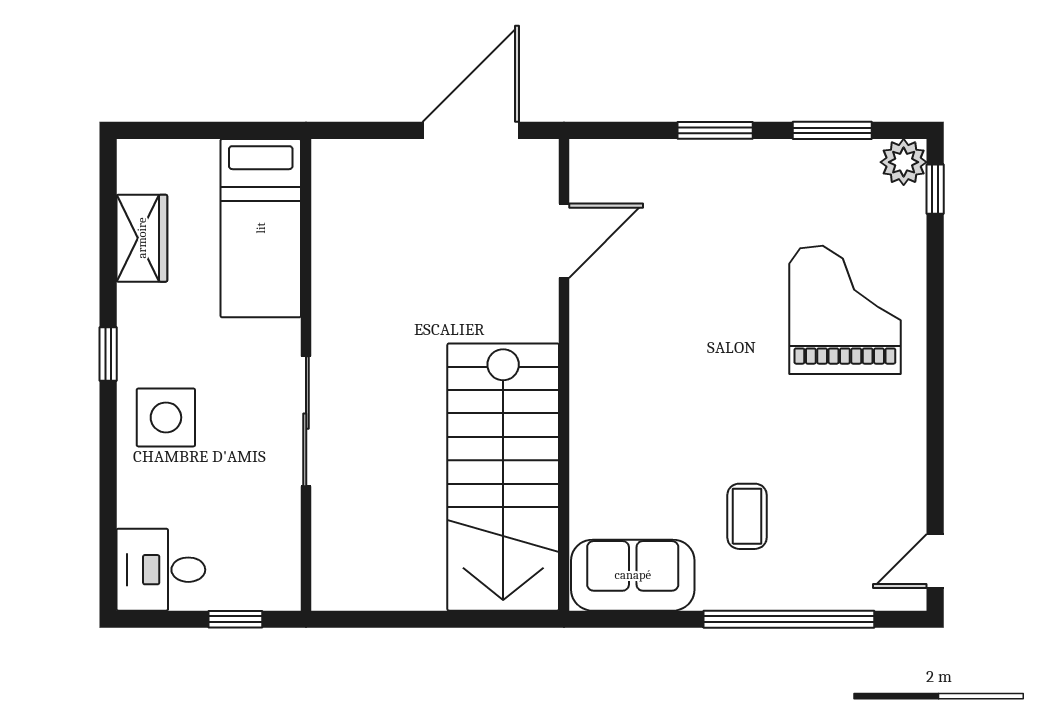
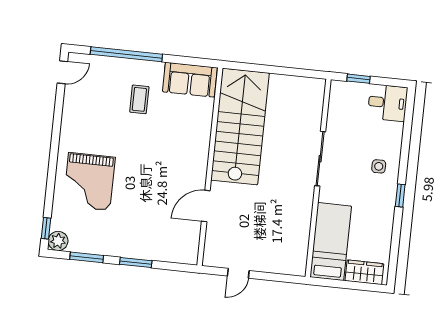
door: (471, 130) -> (238, 273), width x0.53
wardrobe: (142, 238) -> (364, 272), moved, turned 90
door: (564, 241) -> (206, 206), moved
side table: (166, 417) -> (379, 166), width x0.54, depth x0.54

